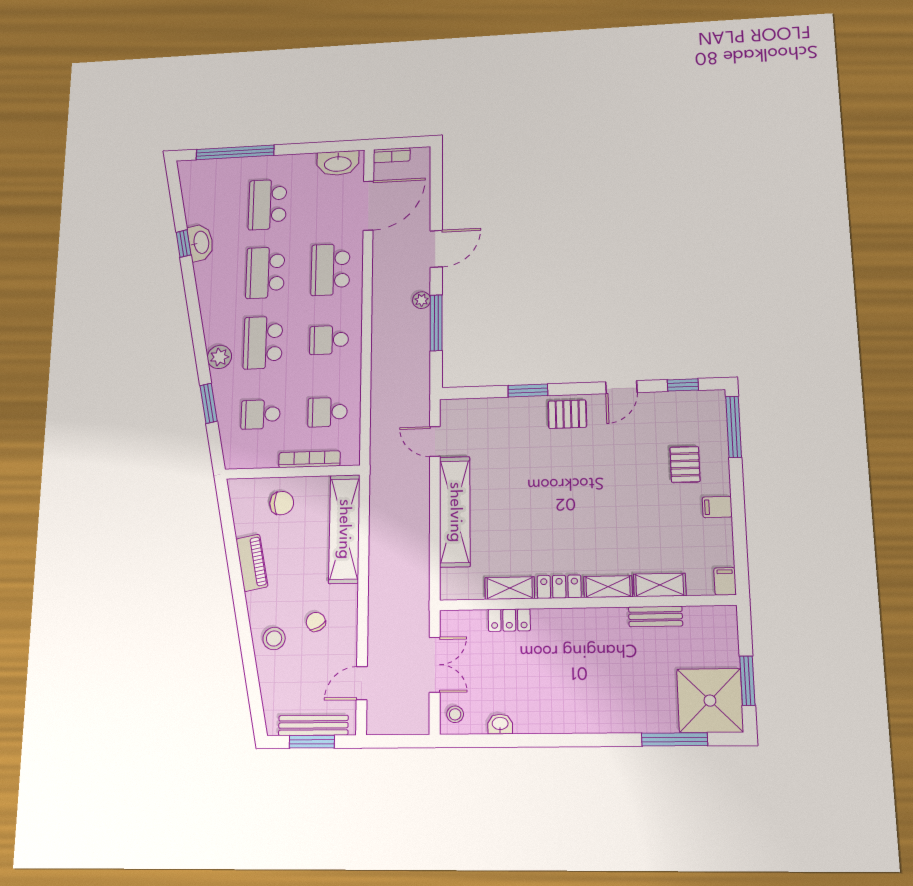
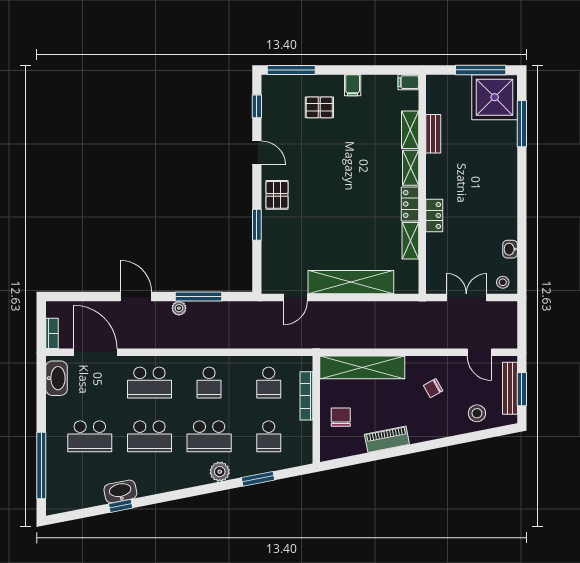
locker: (509, 620) -> (434, 215), moved
stool: (274, 639) -> (477, 413), moved
window: (747, 681) -> (481, 70), width x1.44

